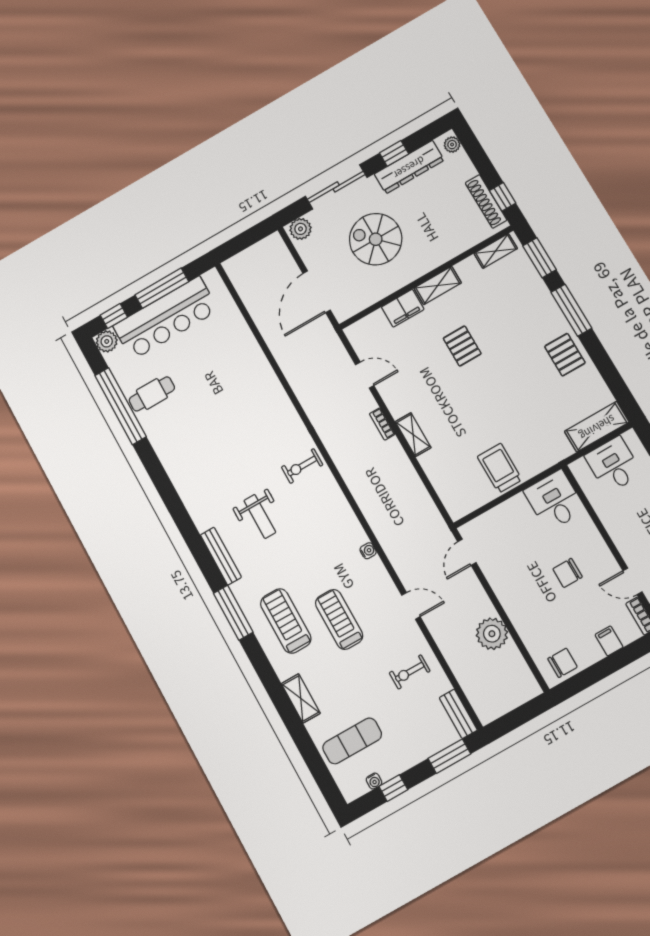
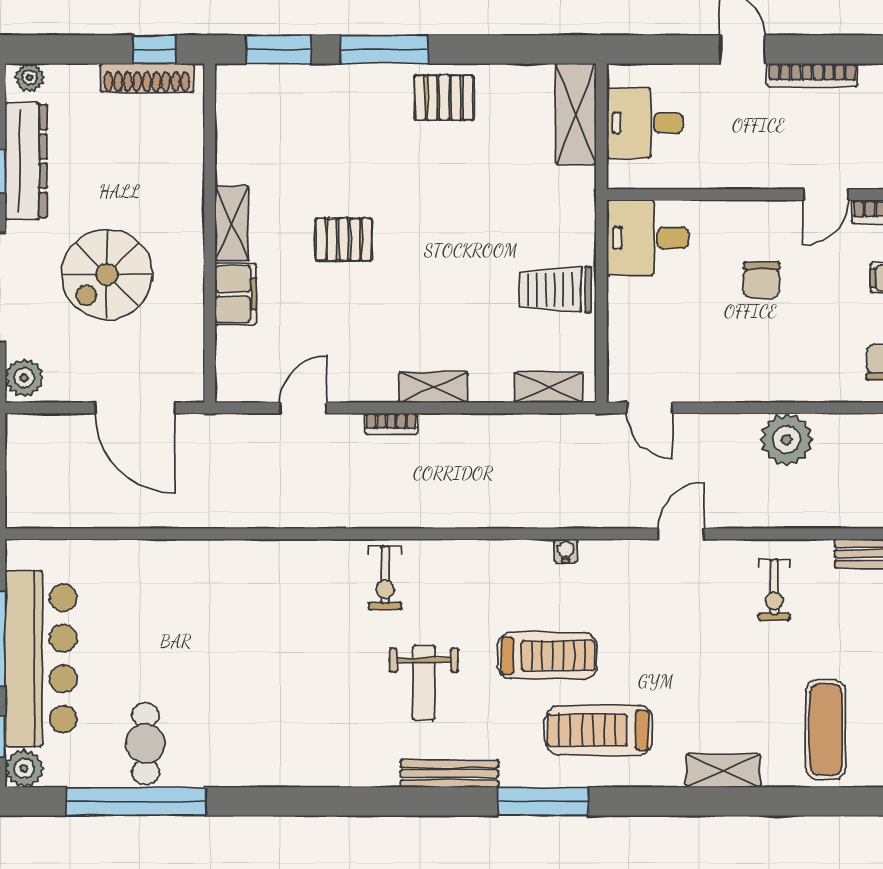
shelving: (496, 251) -> (549, 387), moved, turned 90
weight bench: (260, 516) -> (424, 683), turned 90
treadmill: (339, 619) -> (547, 656), moved, turned 180

